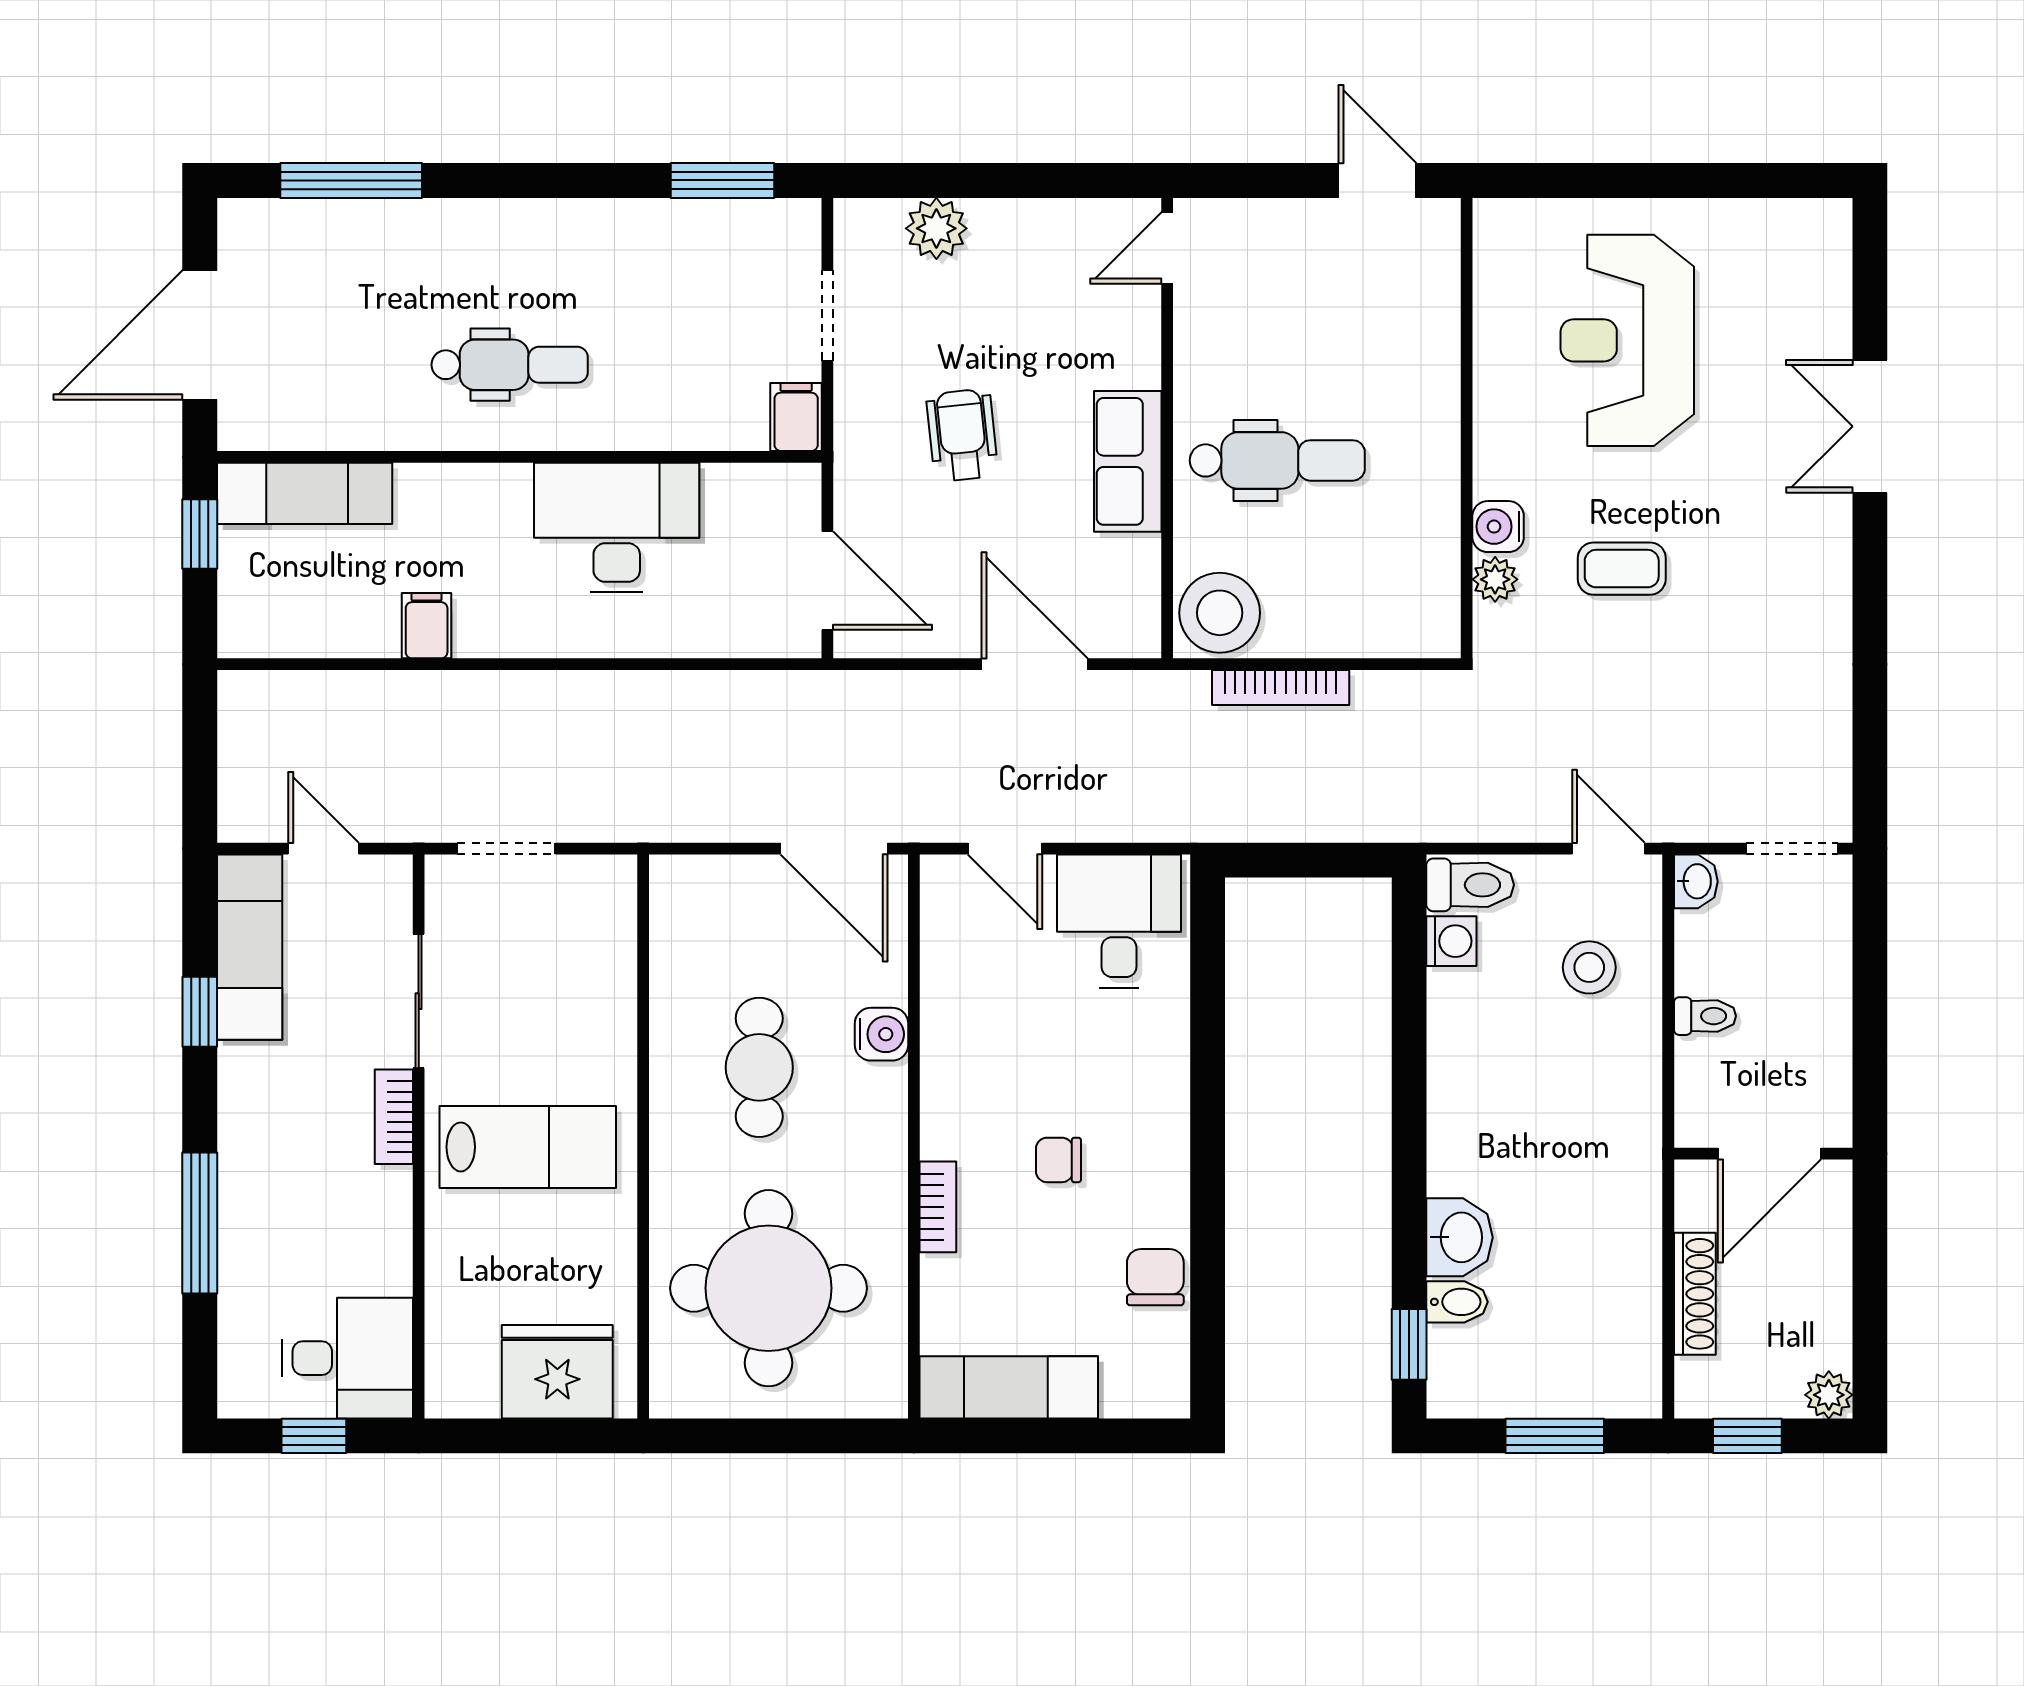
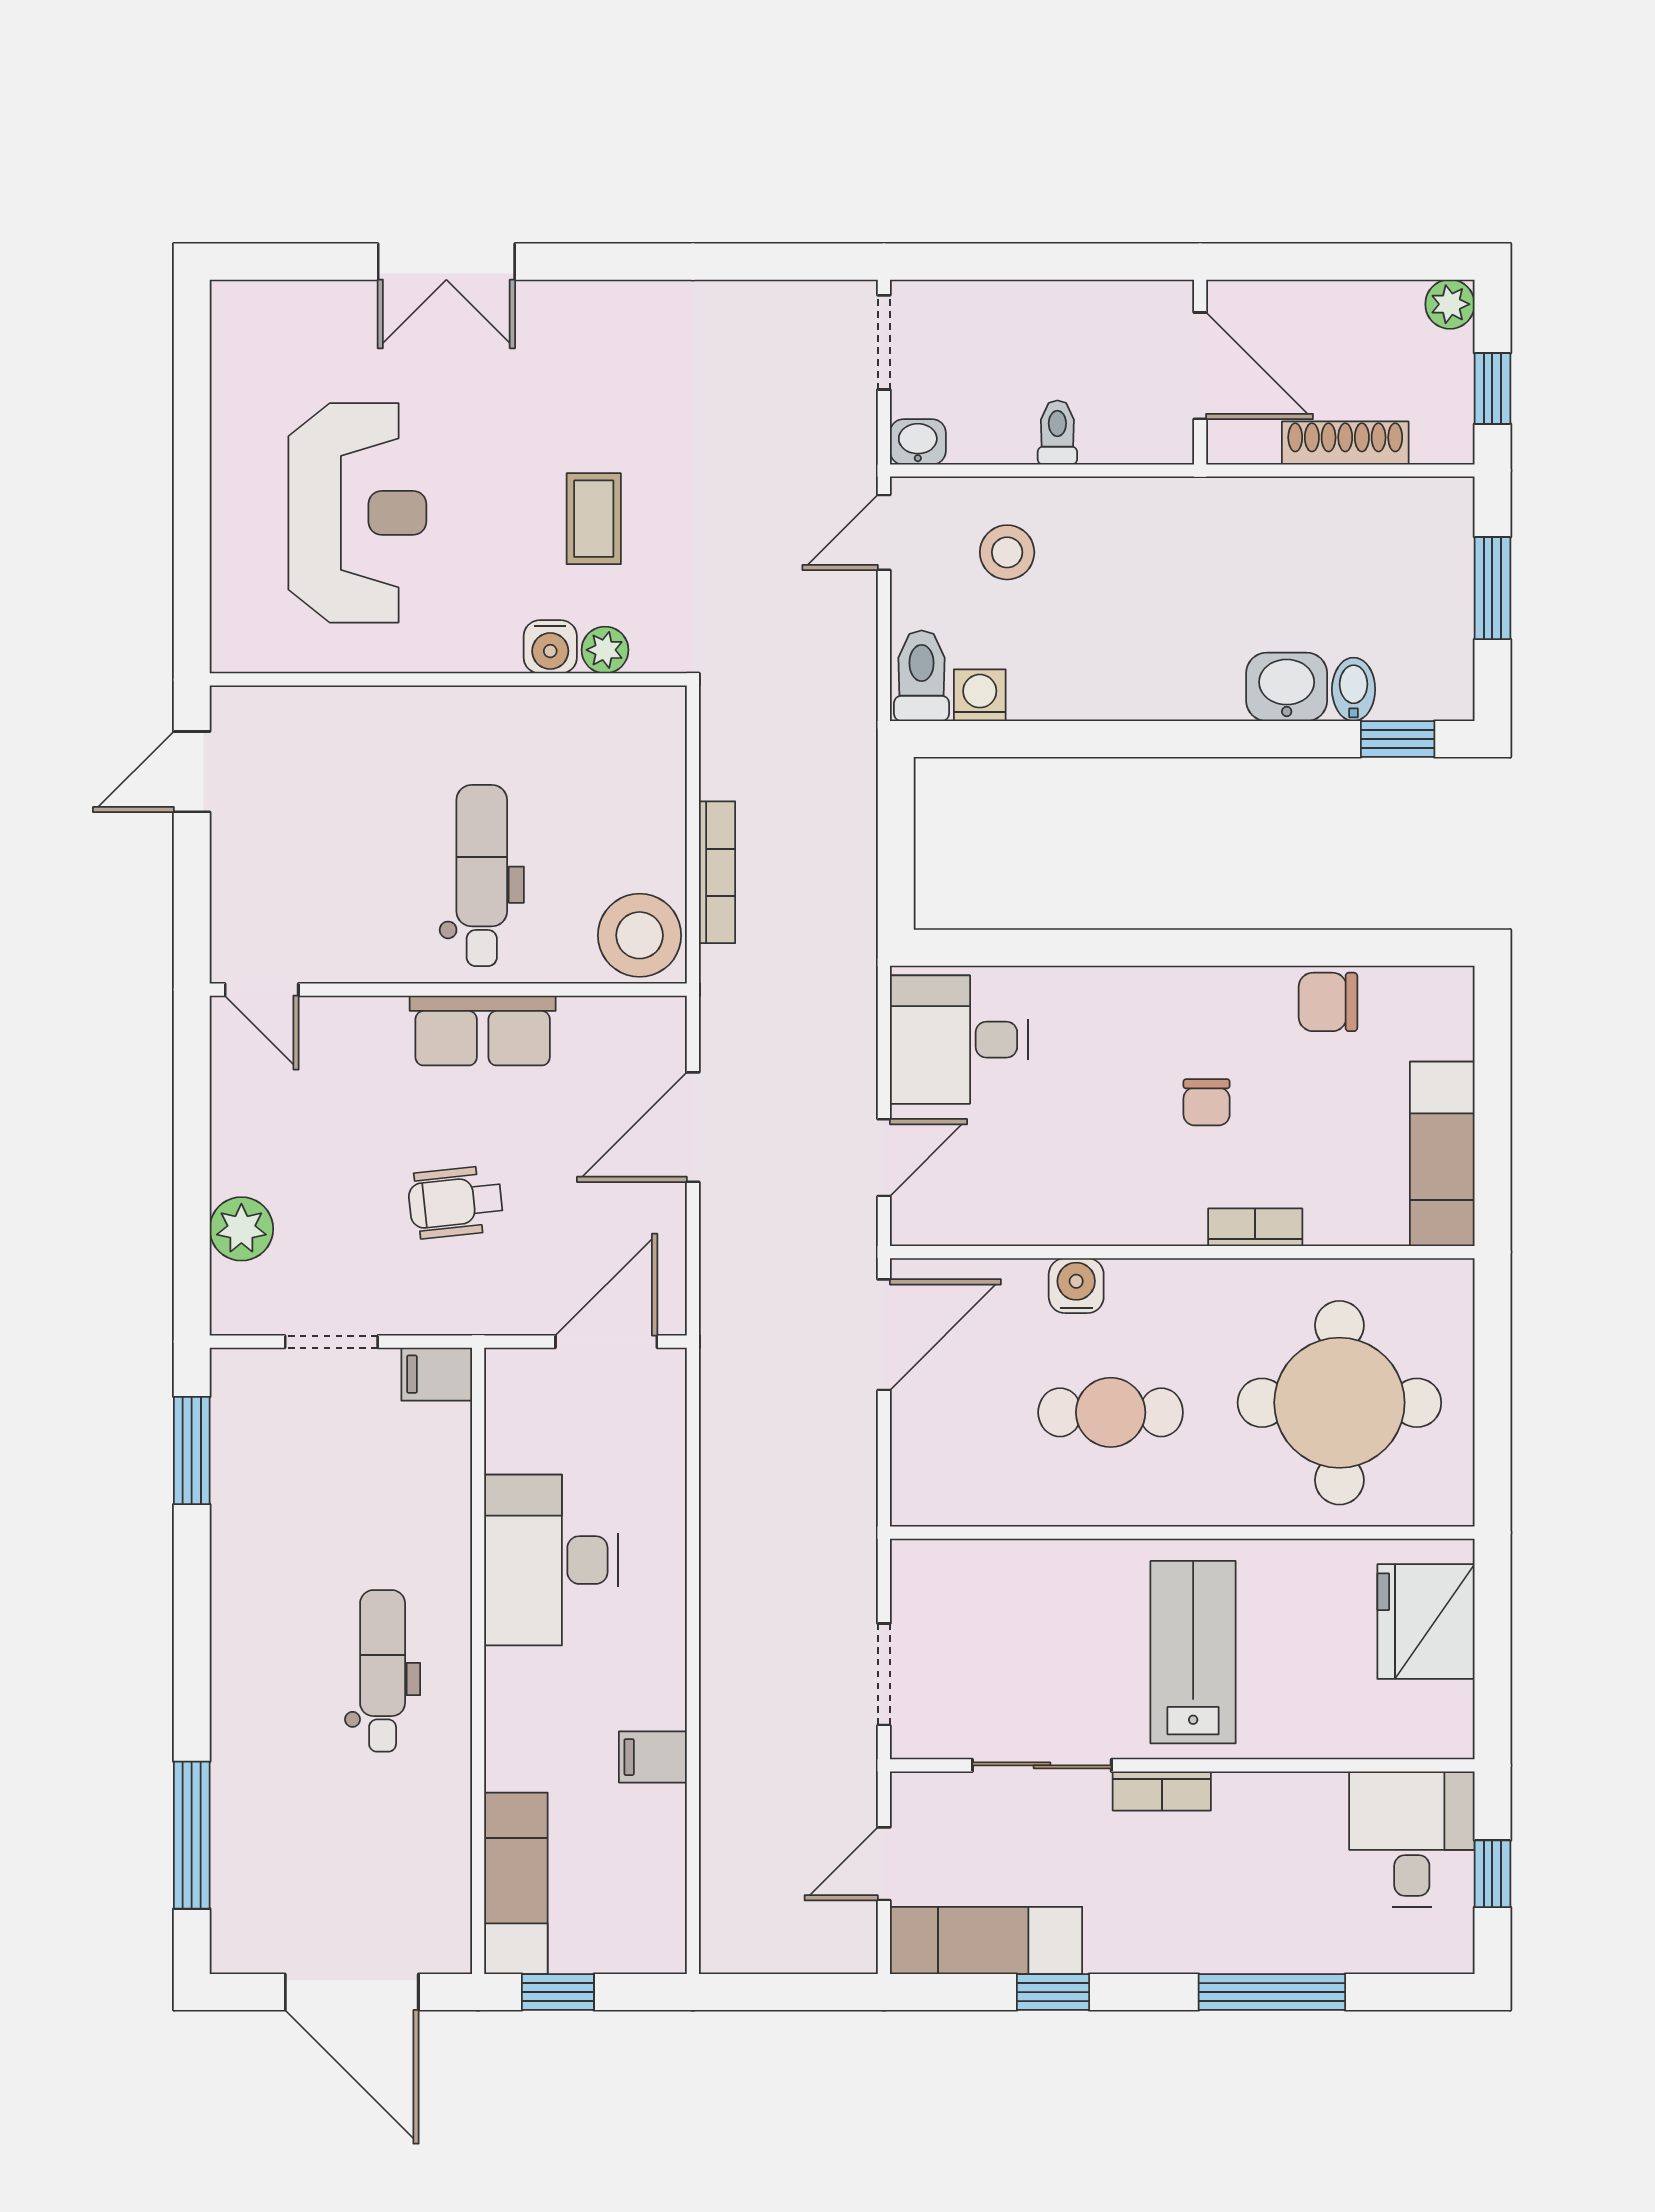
reception desk: (1627, 340) -> (357, 513), turned -90

